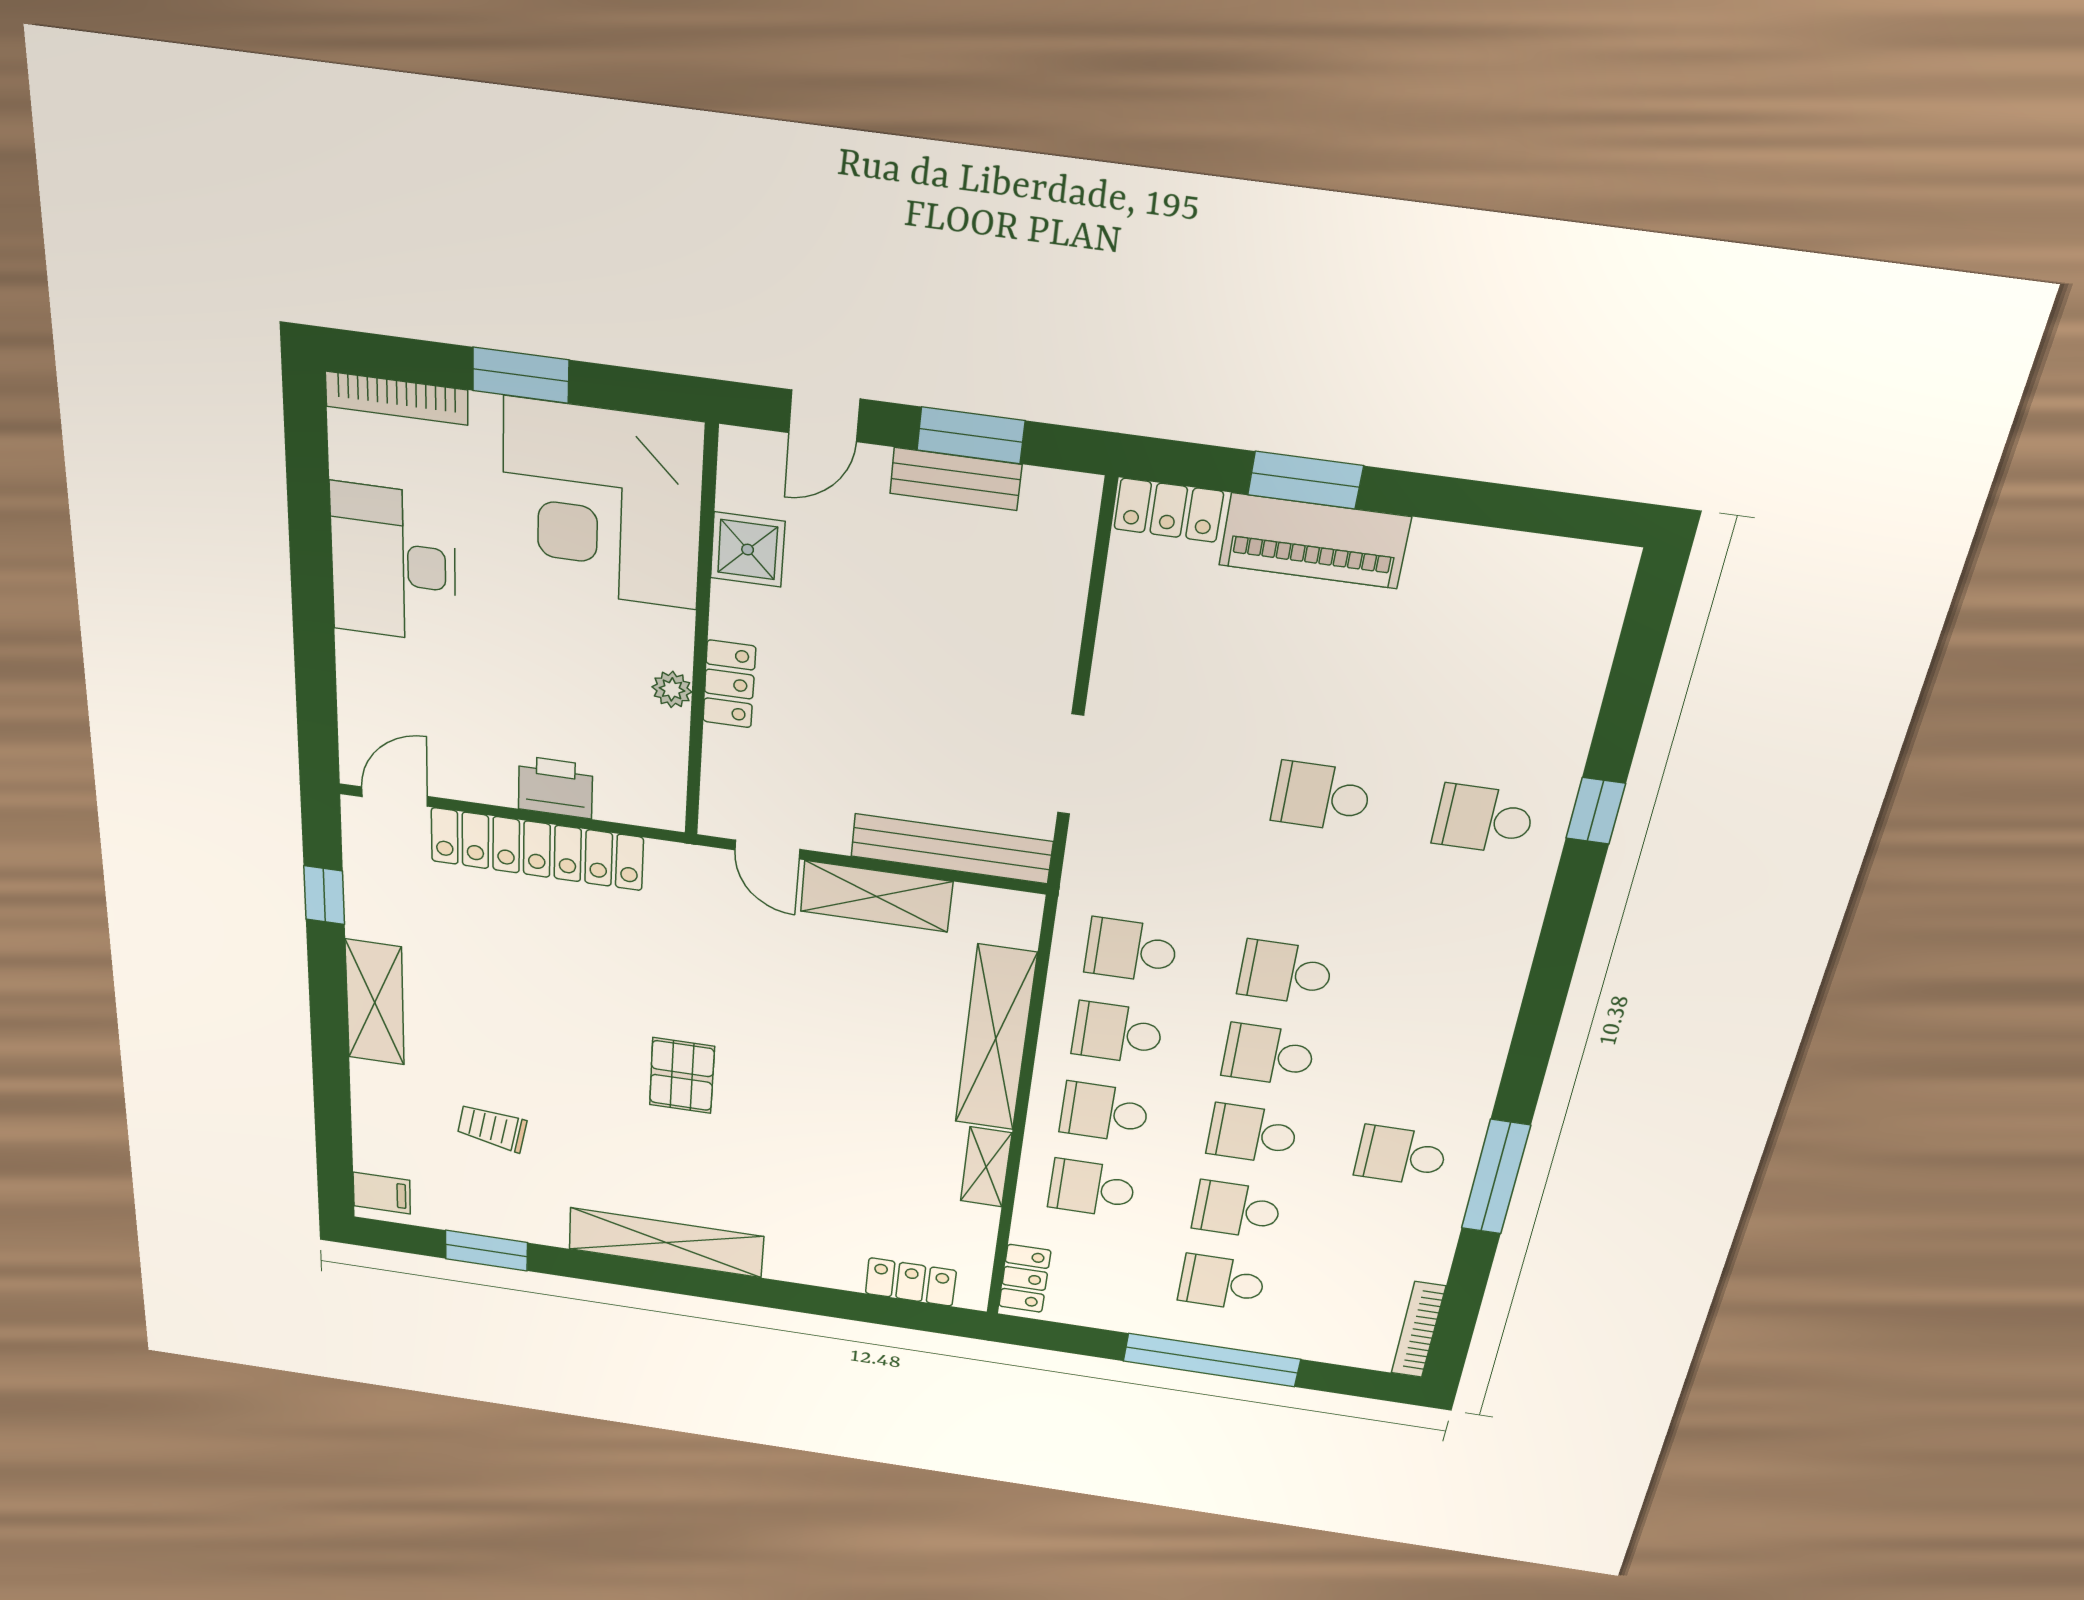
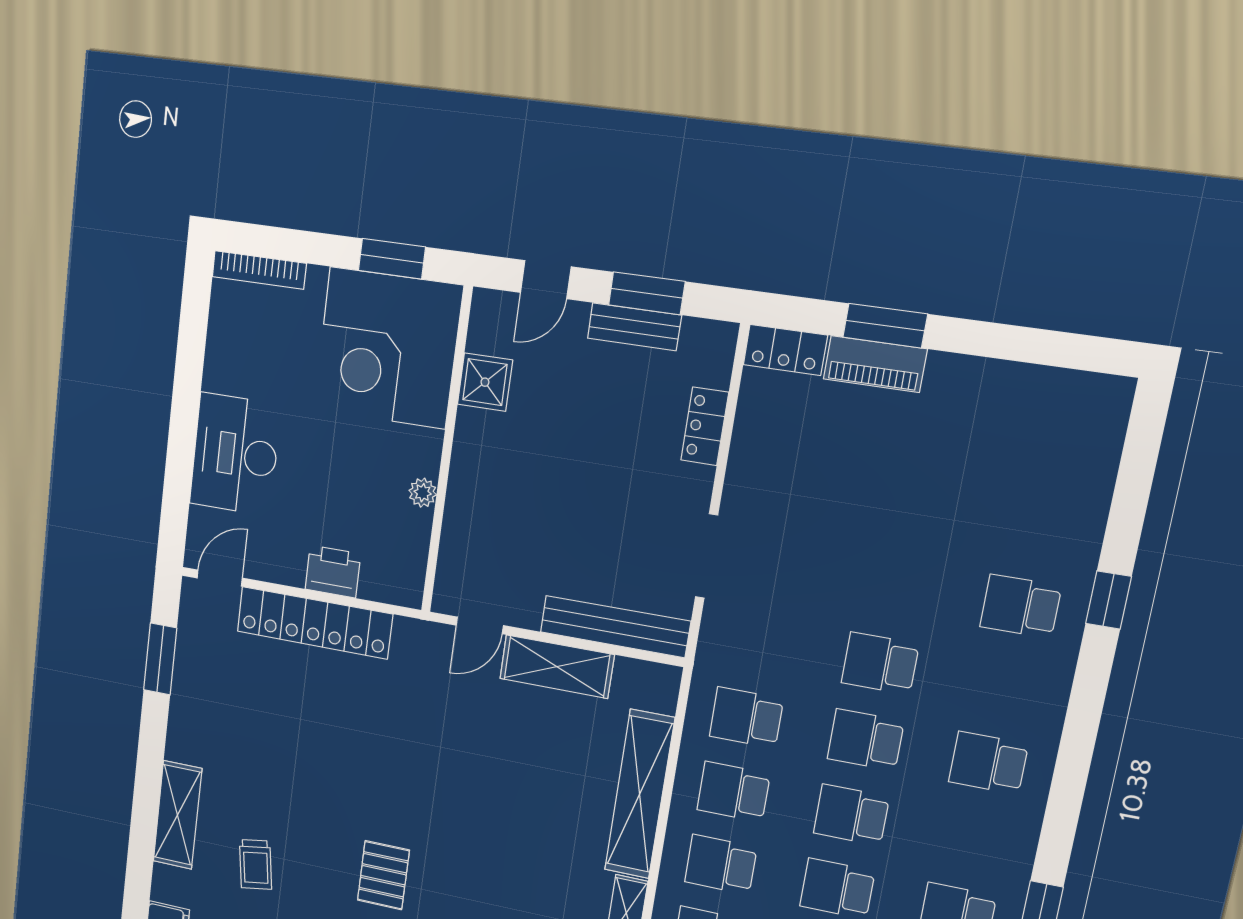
window: (521, 375) -> (392, 259), moved
piano: (1315, 541) -> (875, 364), width x0.73, depth x0.75
desk: (393, 564) -> (235, 454), moved
locker: (729, 684) -> (705, 426), moved, turned 180
school desk: (1321, 797) -> (880, 663), moved
door: (767, 850) -> (480, 625), hinge flipped
window: (324, 895) -> (160, 659), width x1.50
school desk: (1441, 995) -> (988, 763), added
shelving: (375, 1002) -> (178, 815), moved
pallet: (682, 1076) -> (383, 875), moved
trolley: (492, 1128) -> (256, 864), turned -109

